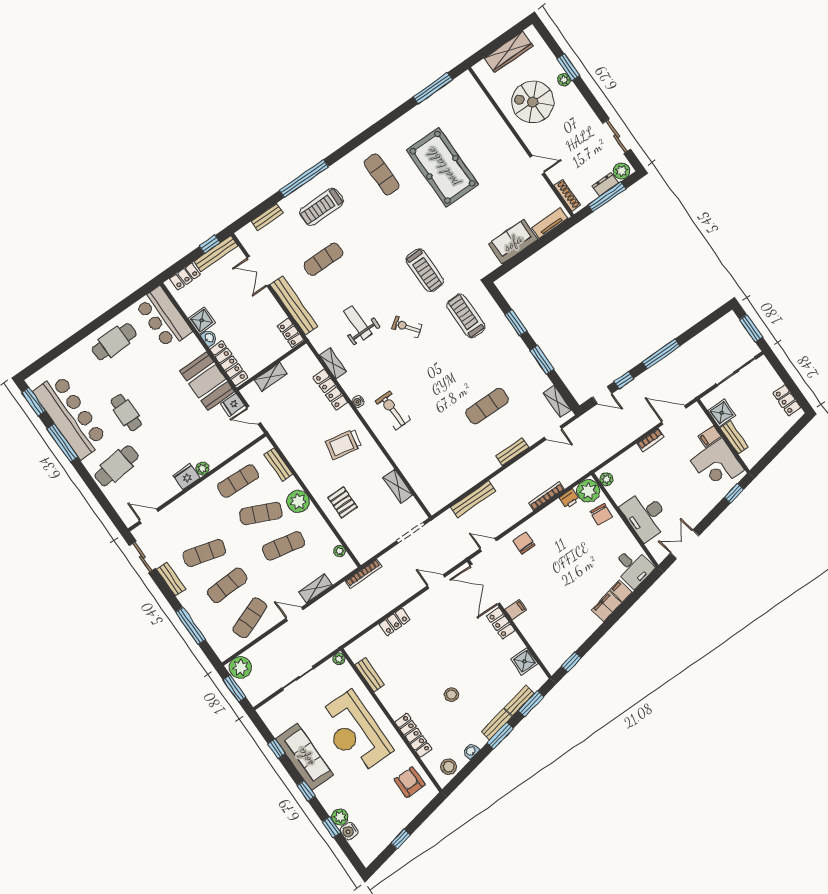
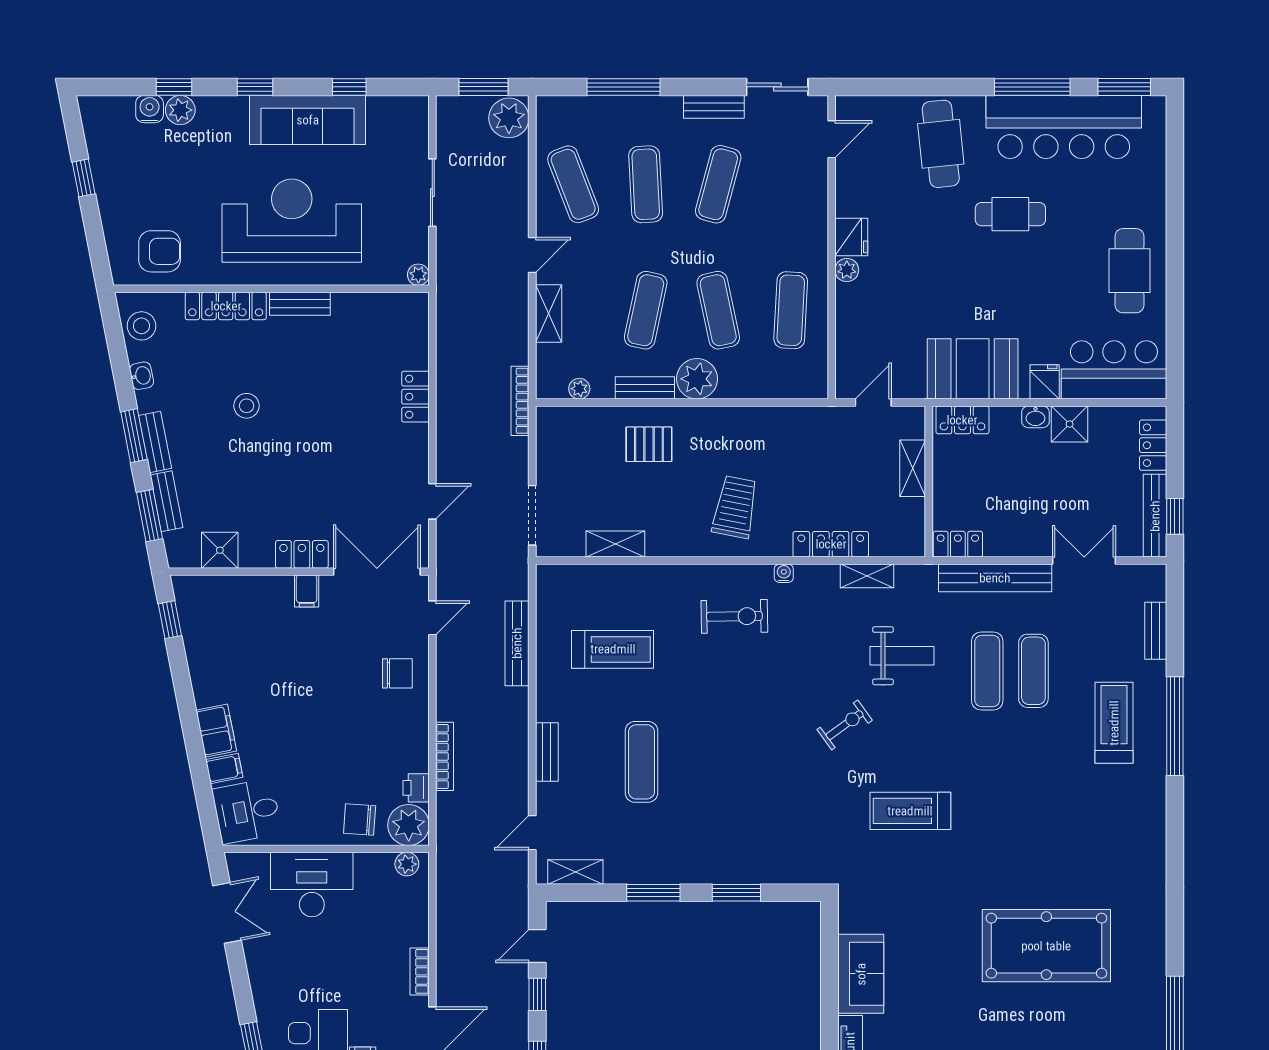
exercise mat: (382, 174) -> (987, 671), moved, turned 90
treadmill: (466, 316) -> (613, 649), moved
locker: (229, 363) -> (962, 420), width x0.66
fridge: (233, 405) -> (1045, 382), moved
bench: (278, 464) -> (645, 388), moved
exercise mat: (261, 513) -> (718, 310), turned -36
bench: (370, 675) -> (300, 304), moved

